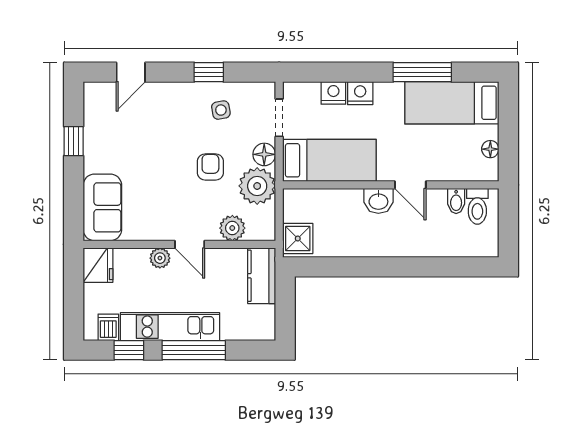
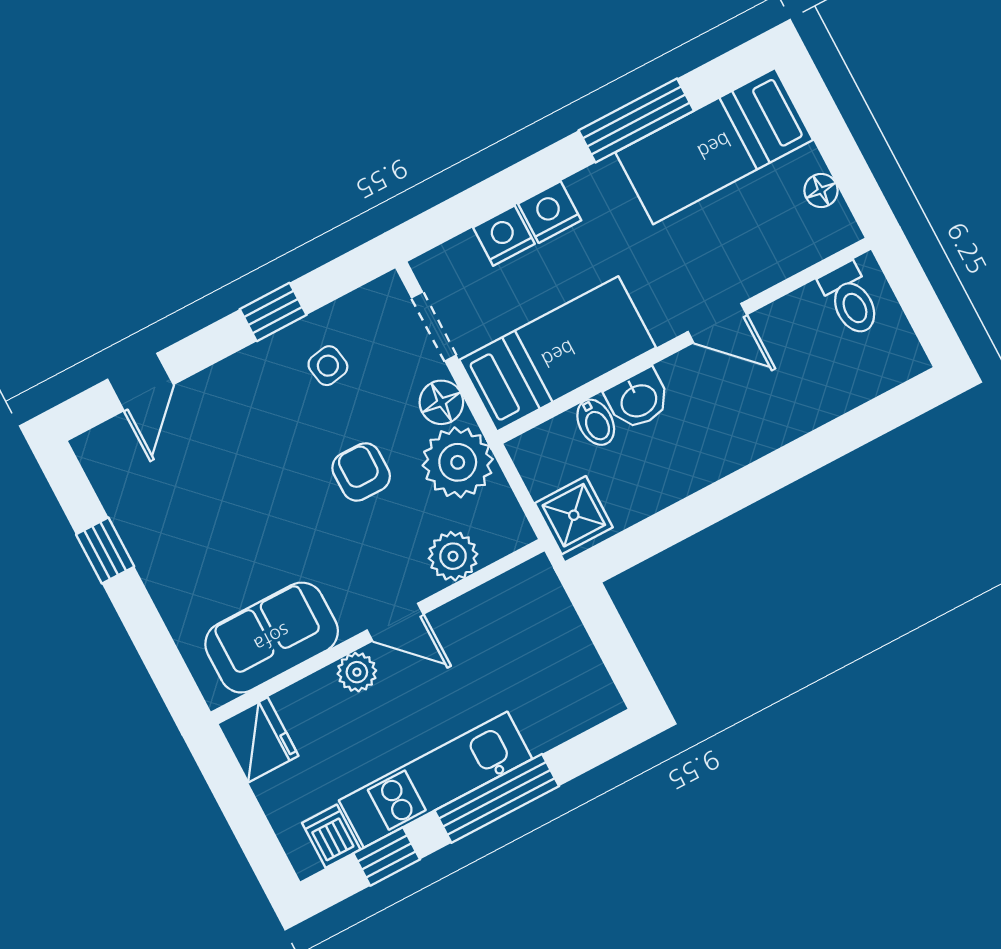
washbasin: (378, 201) -> (638, 400), moved
bidet: (456, 201) -> (596, 422), moved
sofa: (102, 207) -> (272, 638), moved, turned -90
kitchen counter: (262, 276) -> (546, 611), removed

